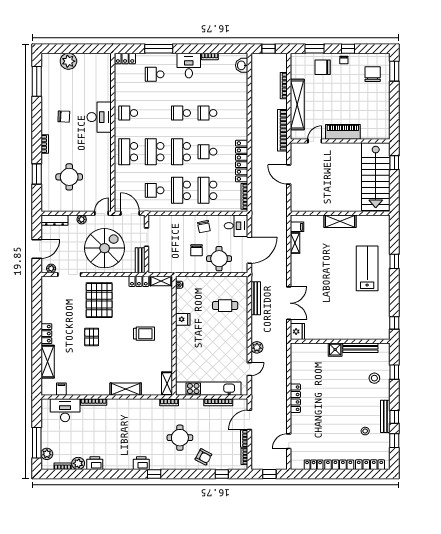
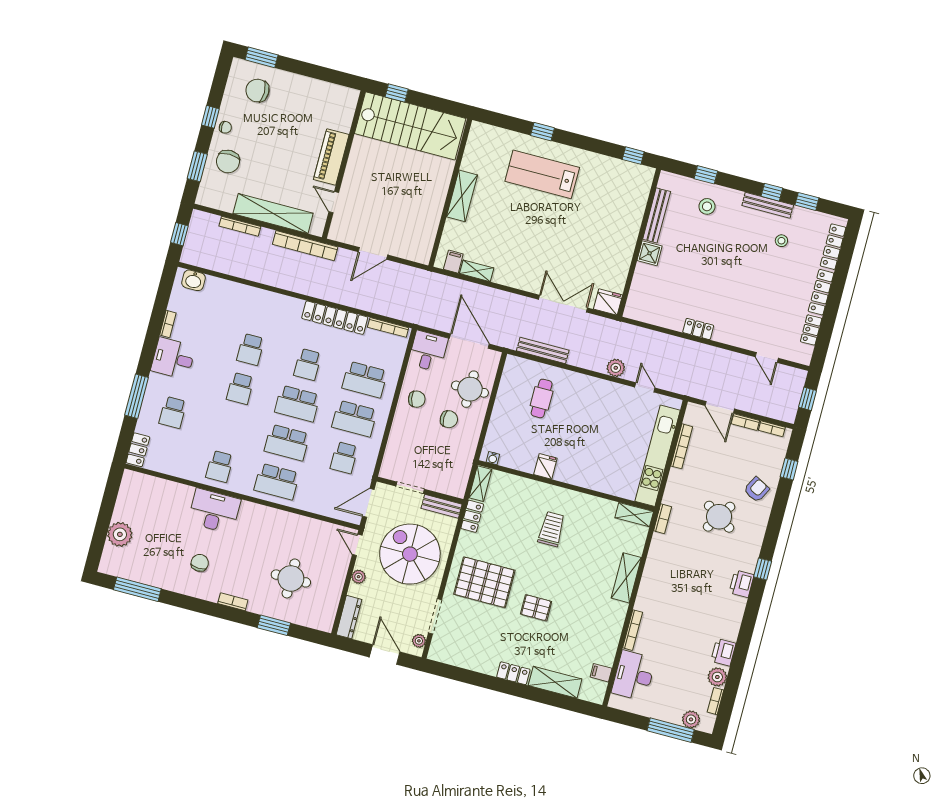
locker: (295, 398) -> (698, 329), width x0.66
round table: (180, 438) -> (719, 517), turned 33

